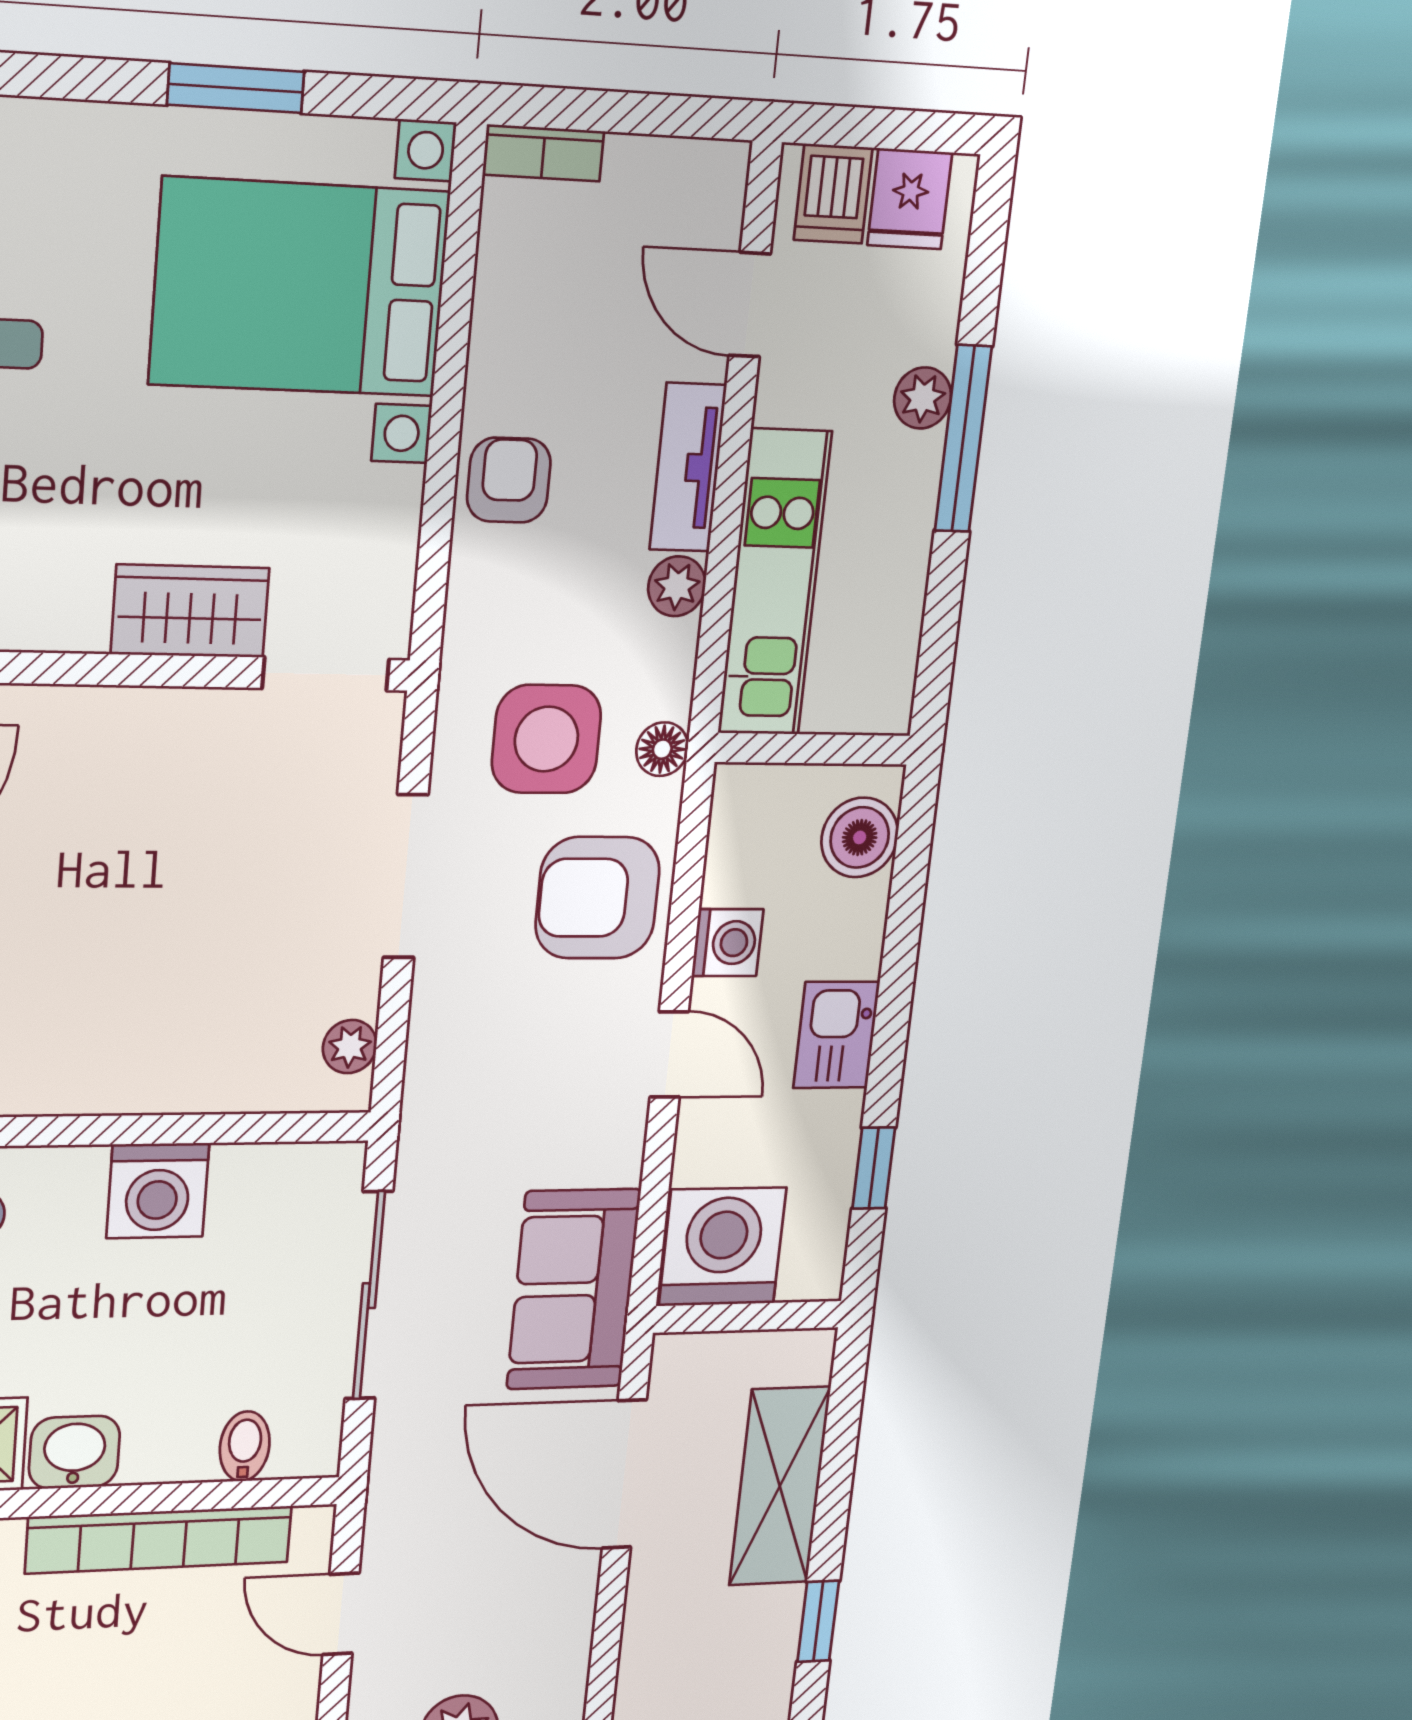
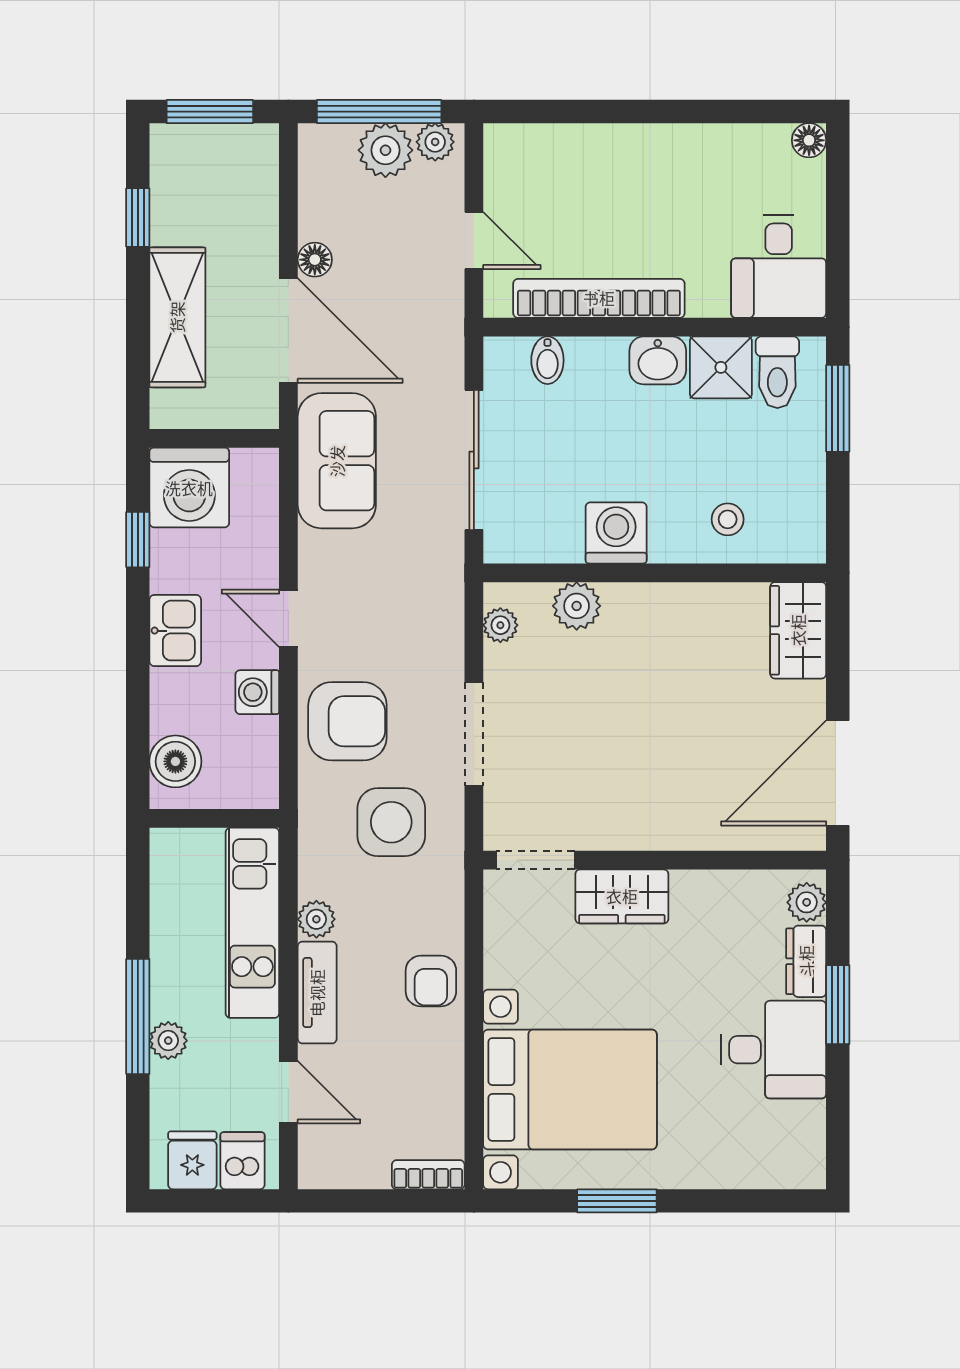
floor lamp: (662, 749) -> (315, 260), moved
plant: (229, 1077) -> (577, 606), added
washing machine: (723, 1247) -> (189, 488), moved

